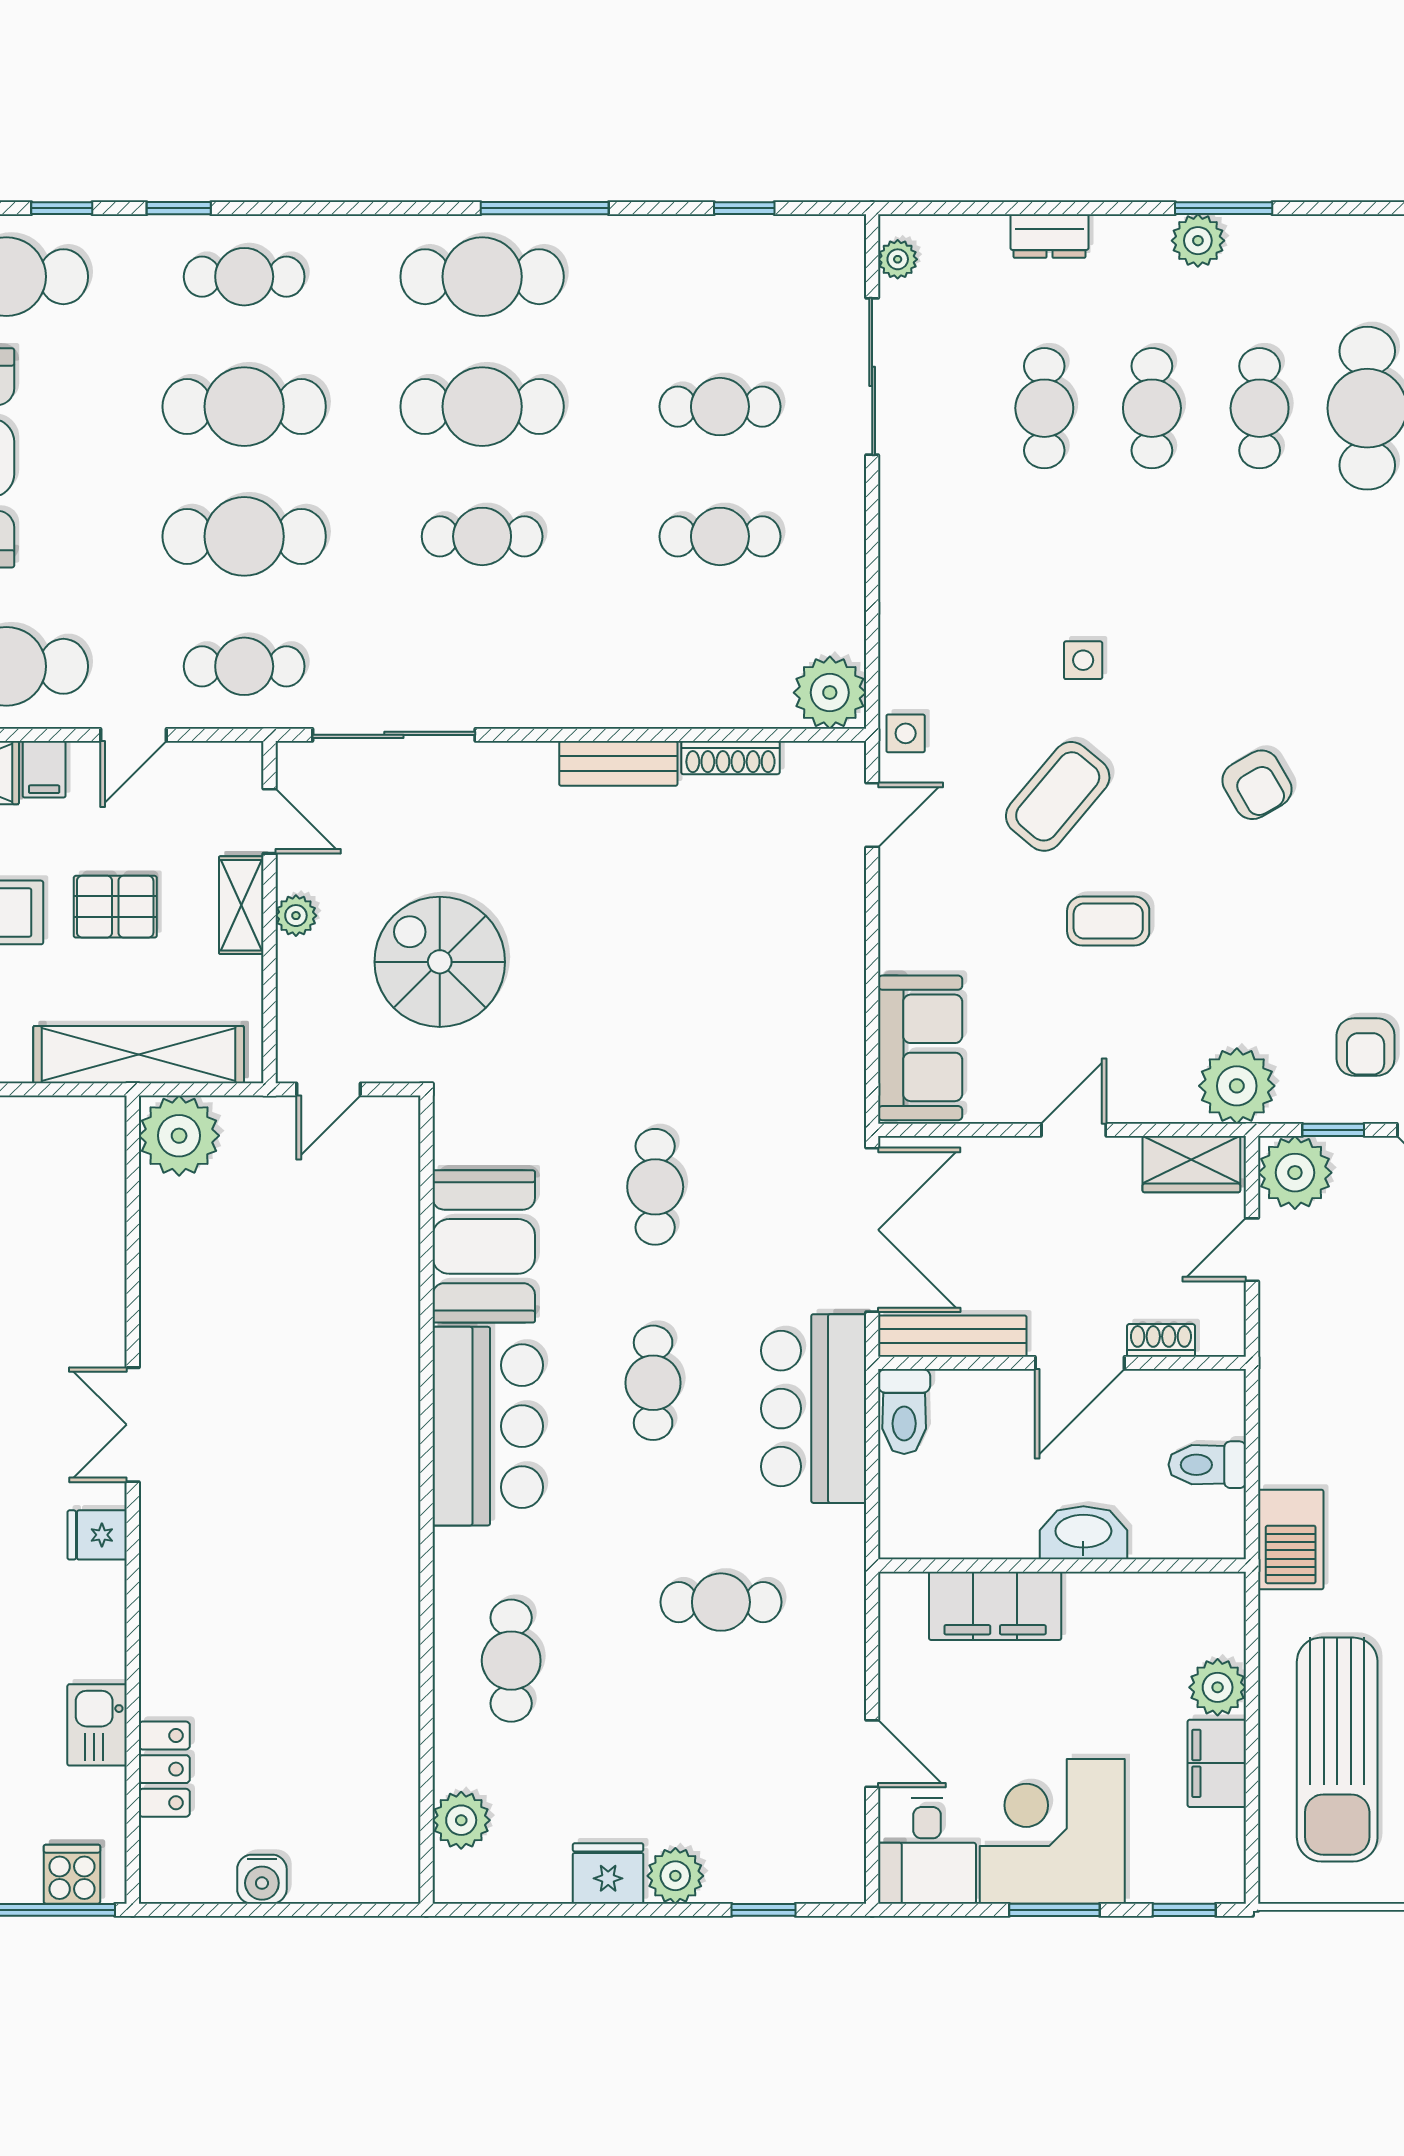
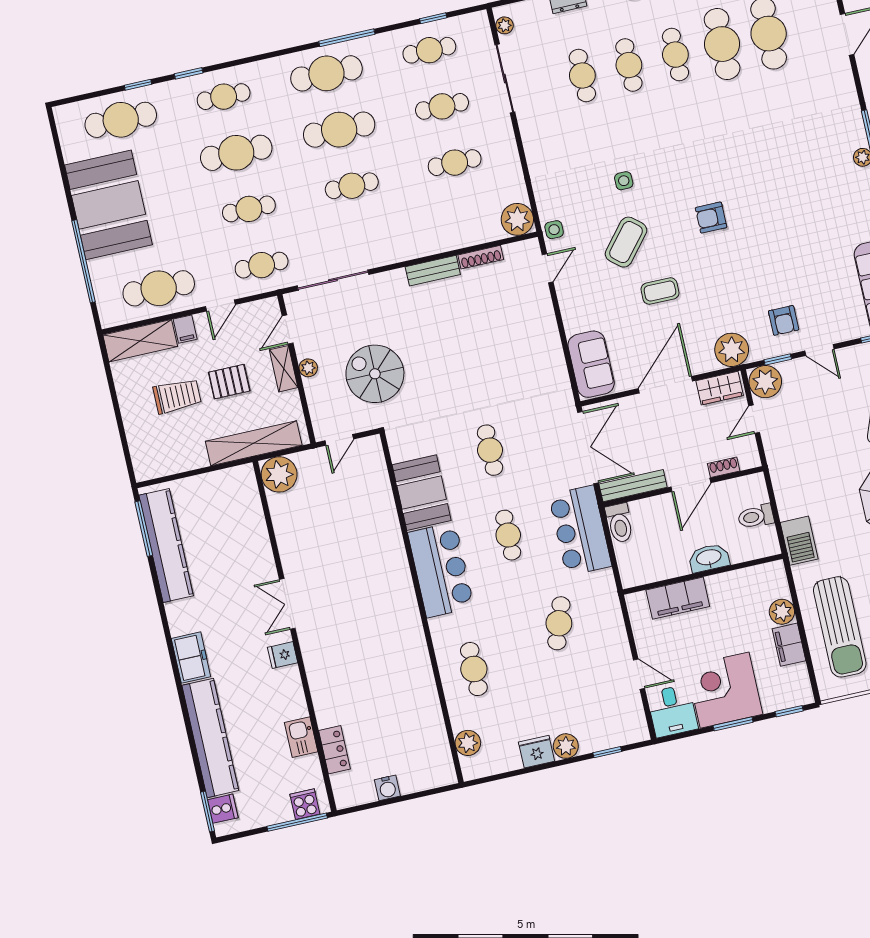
cafe table: (720, 277) -> (429, 50), added
cafe table: (244, 536) -> (249, 209), width x0.73, depth x0.74
armchair: (1257, 785) -> (711, 218), turned 120
door: (269, 821) -> (288, 330), swing flipped
door: (1074, 1130) -> (665, 385), width x1.88
cafe table: (721, 1602) -> (559, 623), turned -71

